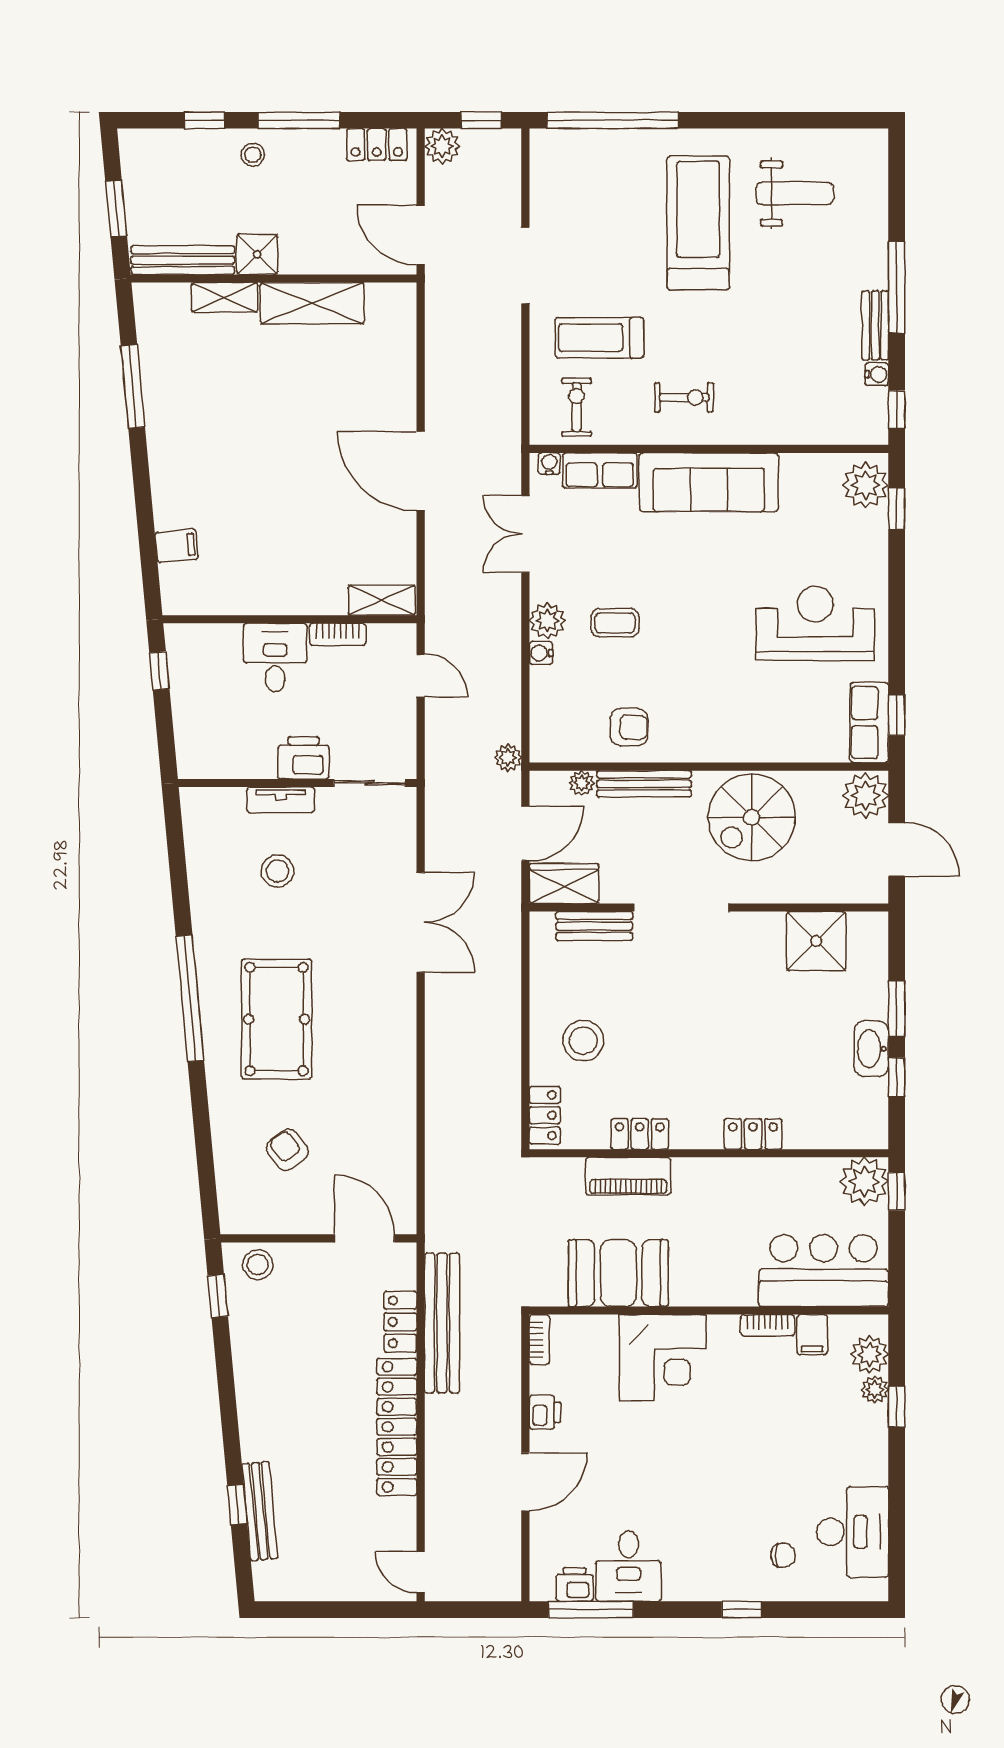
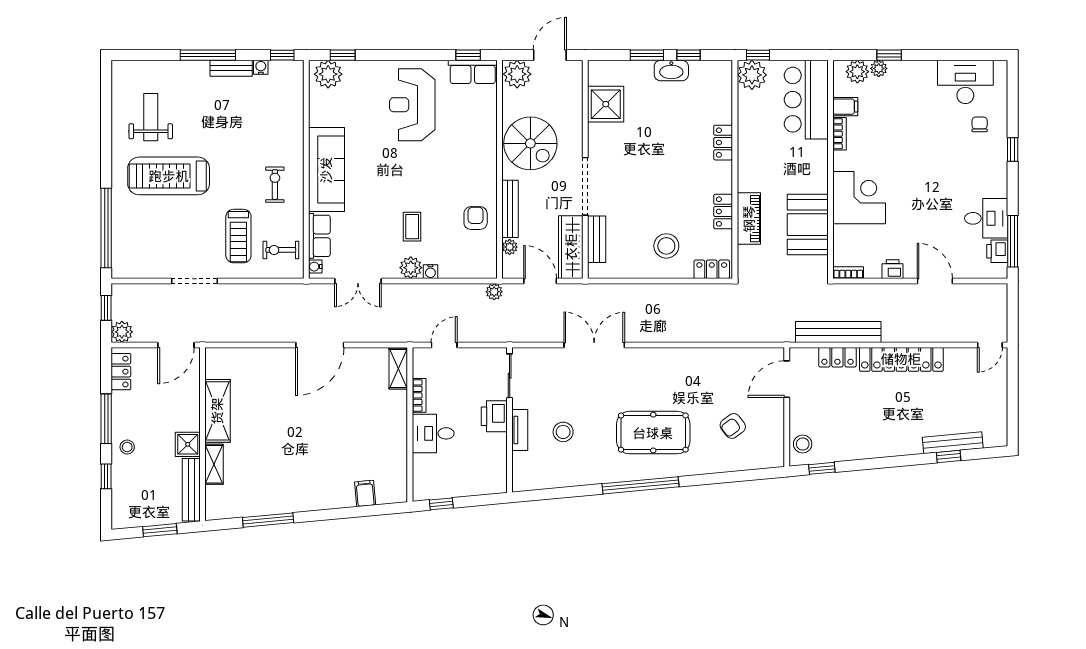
wardrobe: (564, 884) -> (571, 247), width x1.50

